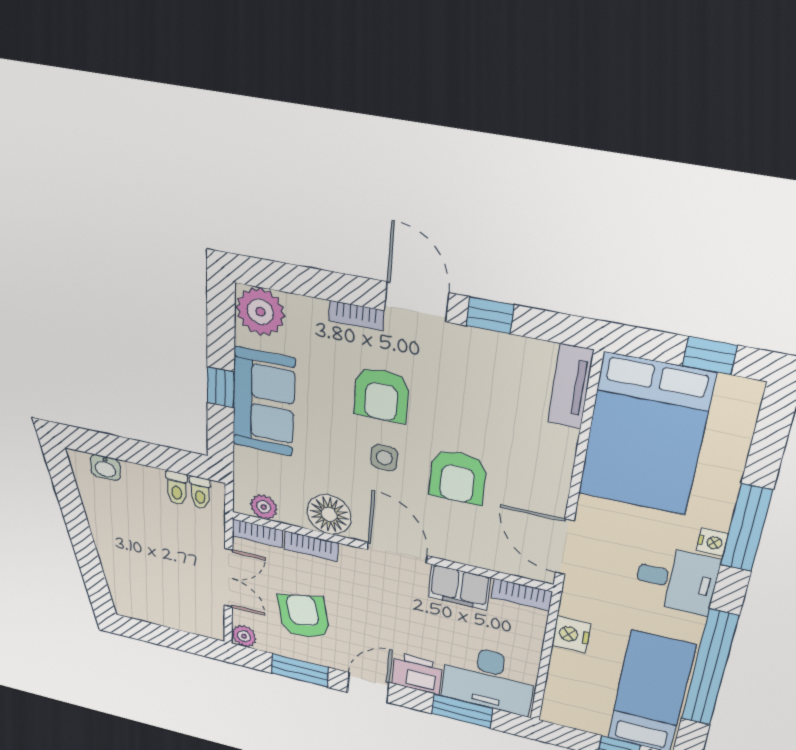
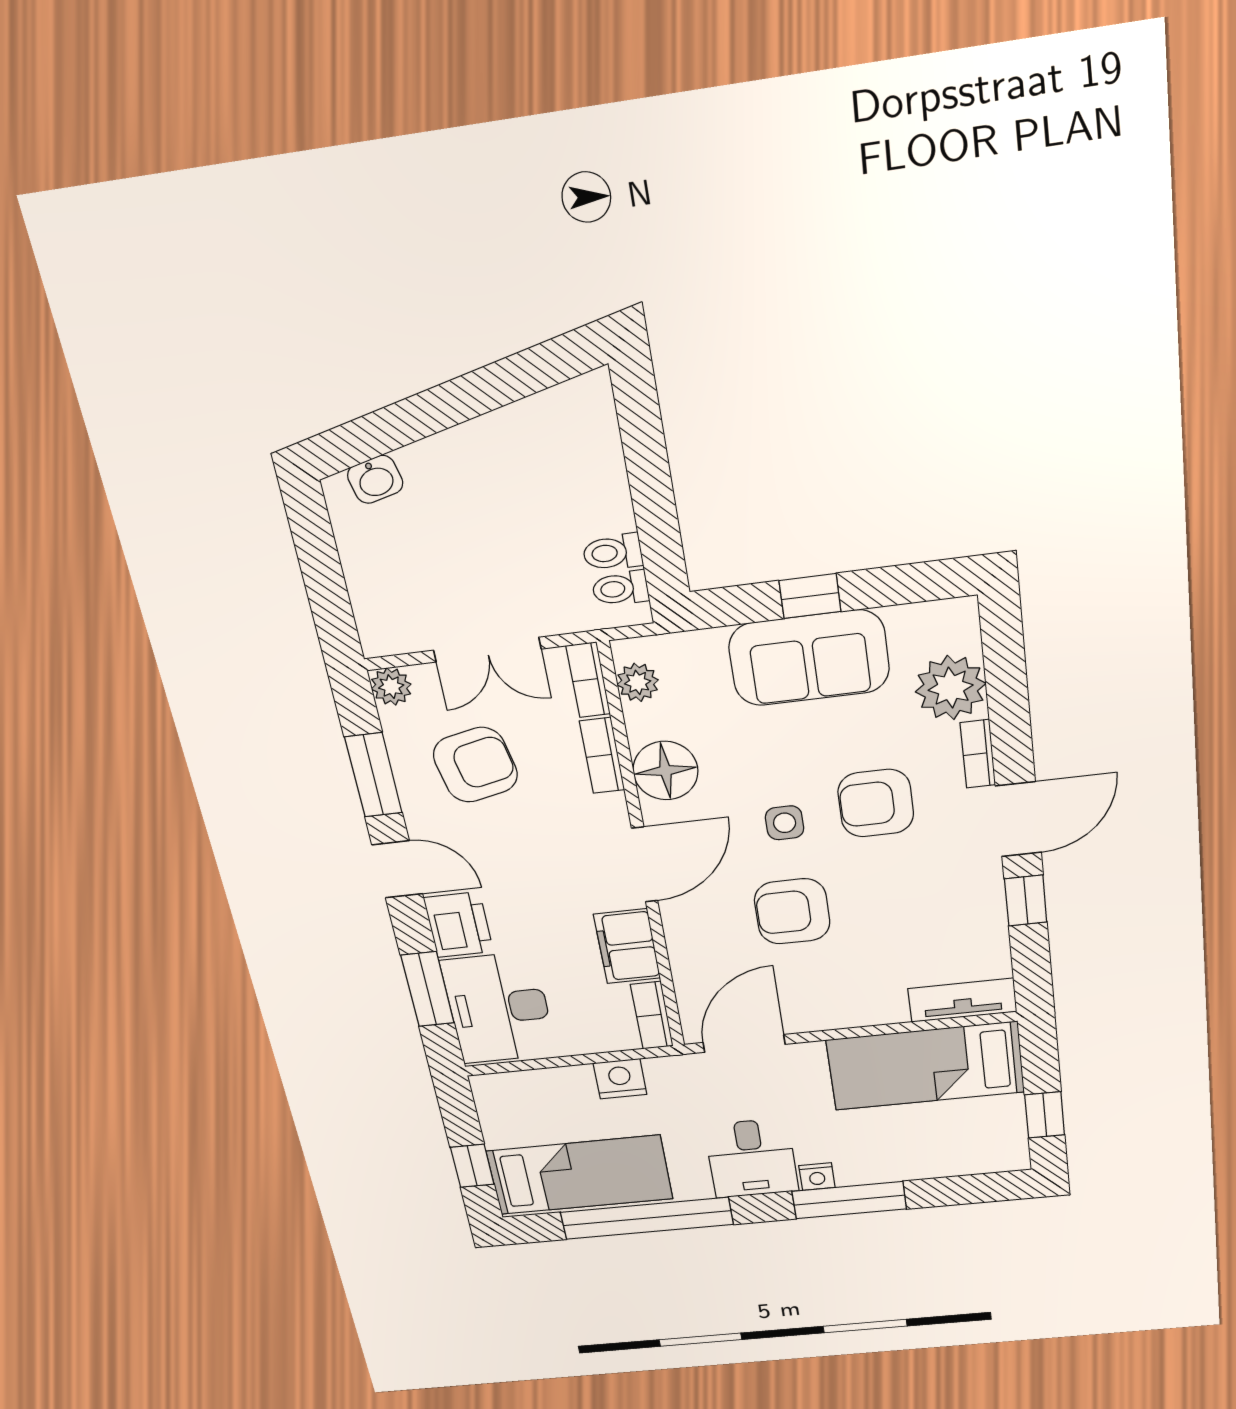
plant: (260, 312) -> (951, 688), moved
bed: (645, 435) -> (926, 1066), width x0.67
washbasin: (105, 468) -> (375, 479), moved, turned -104

